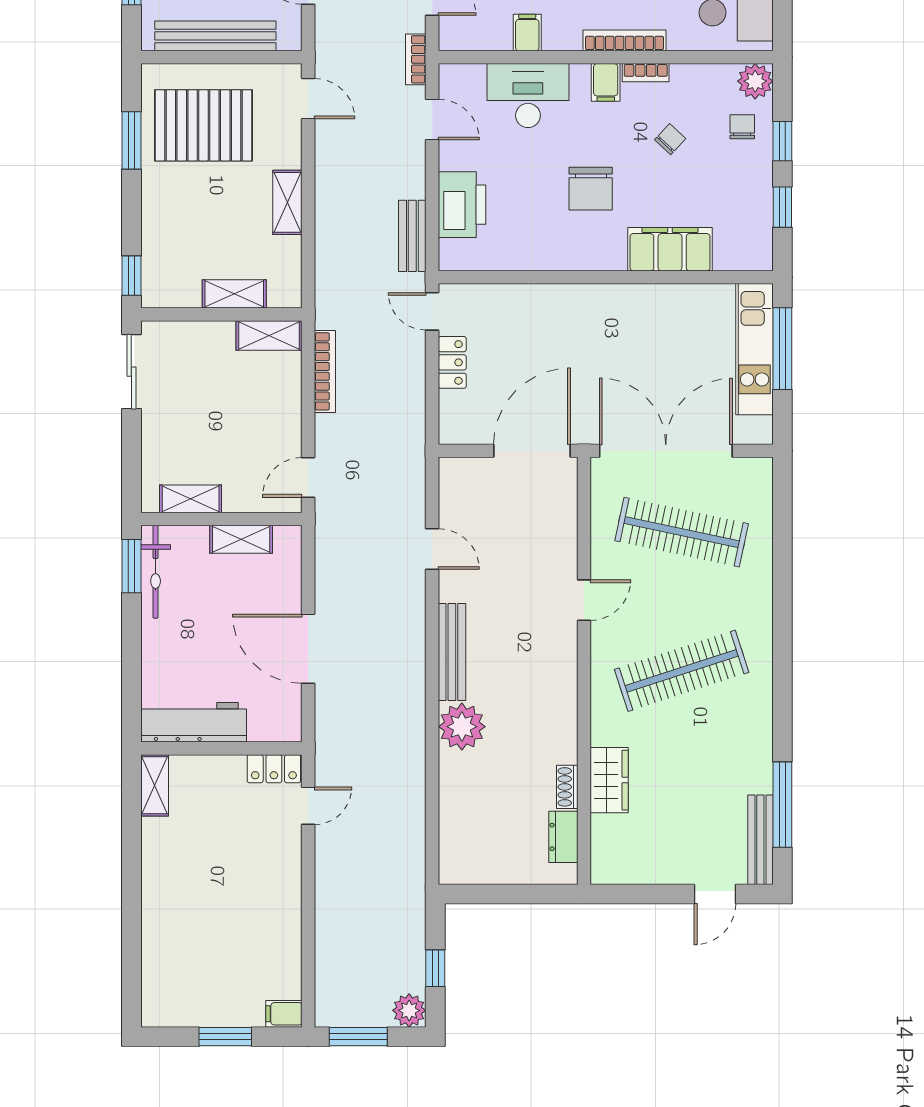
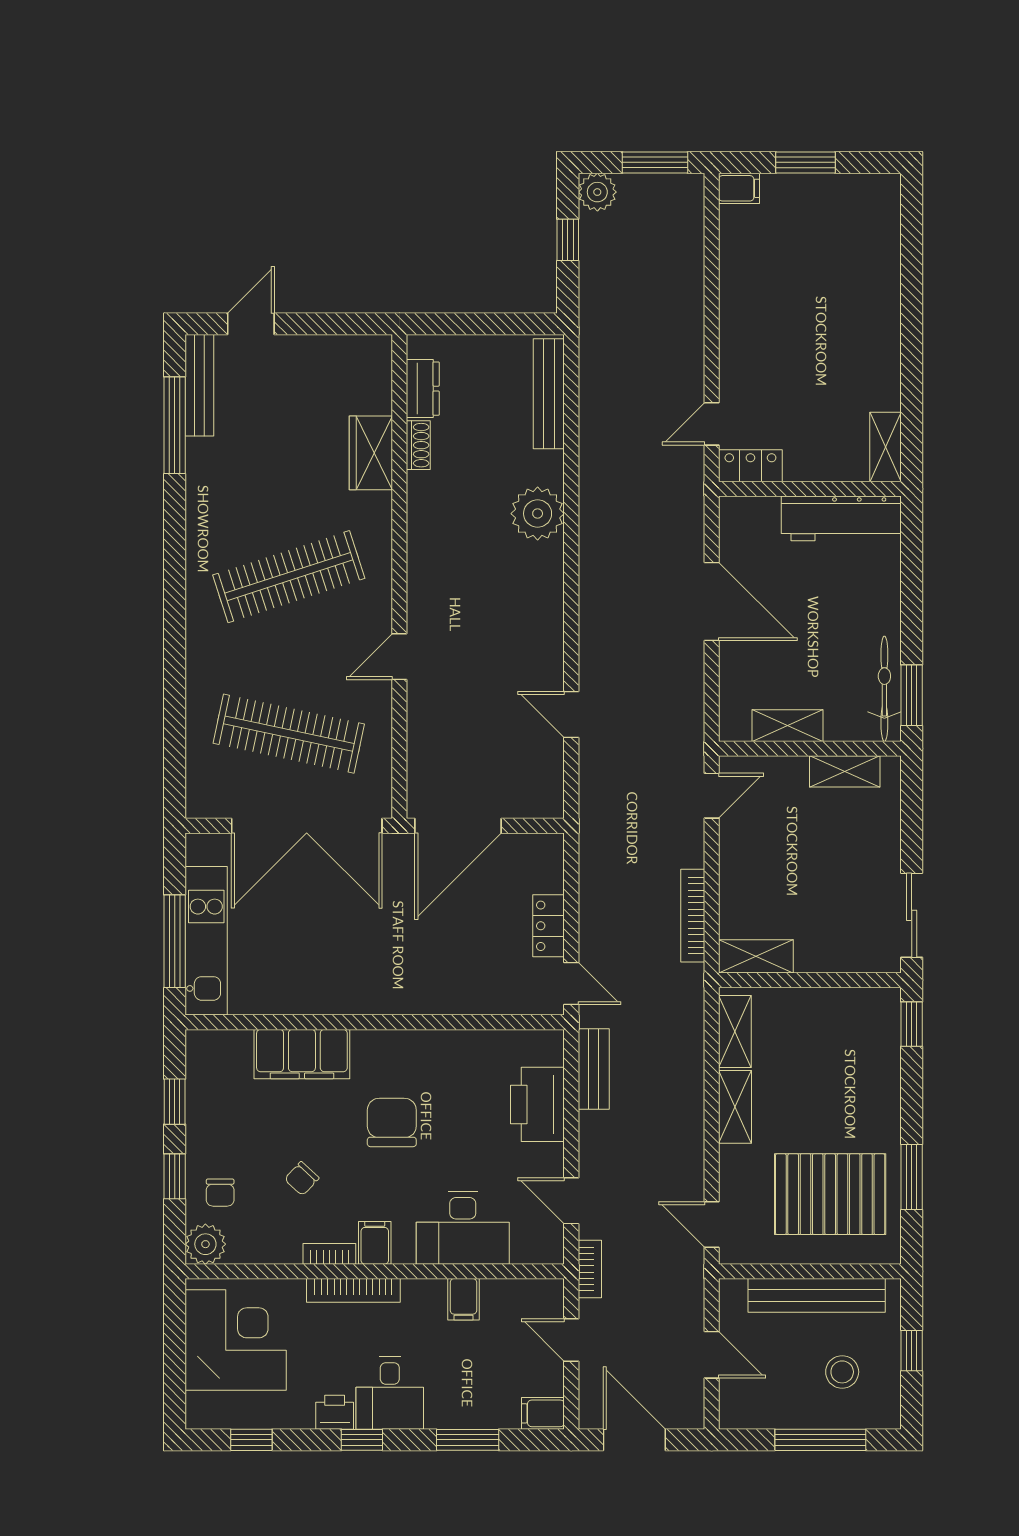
shelving: (234, 294) -> (735, 1032), moved, turned 90
bench: (452, 652) -> (549, 394), moved

